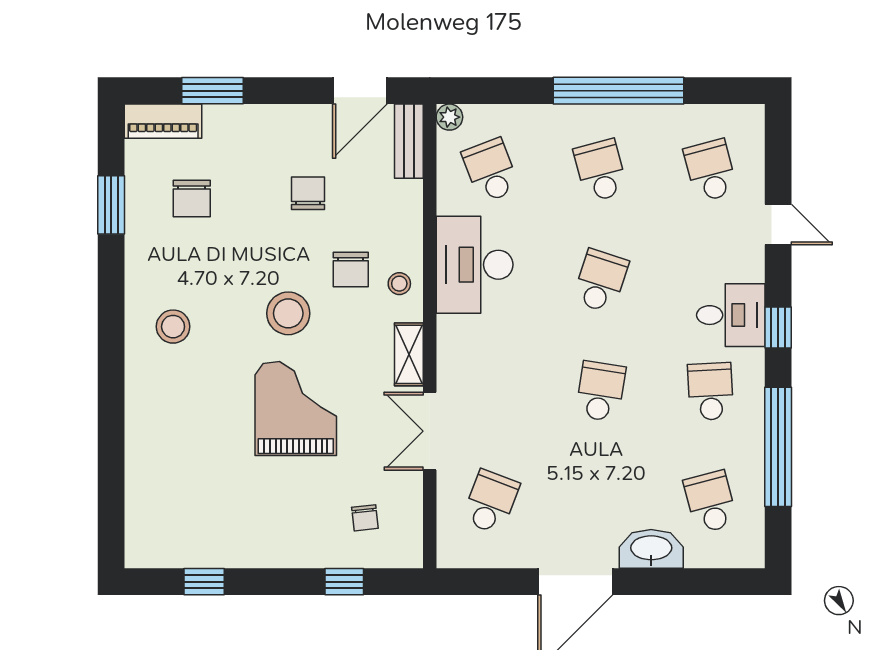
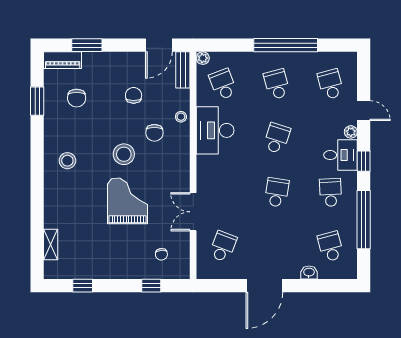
plant: (752, 268) -> (351, 132), added
stool: (399, 284) -> (181, 117), moved
shelving: (409, 354) -> (51, 244), moved
washbasin: (651, 549) -> (309, 272), width x0.52, depth x0.69

